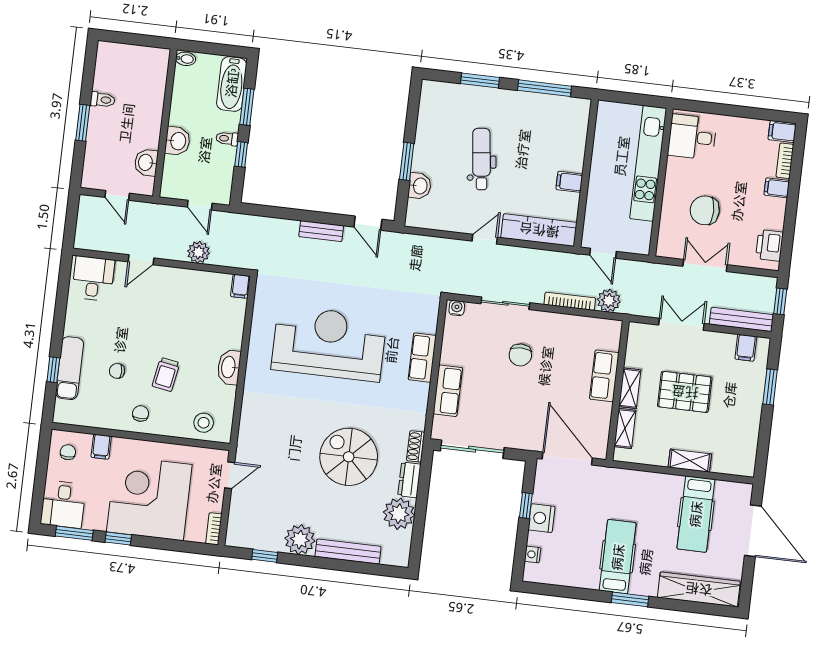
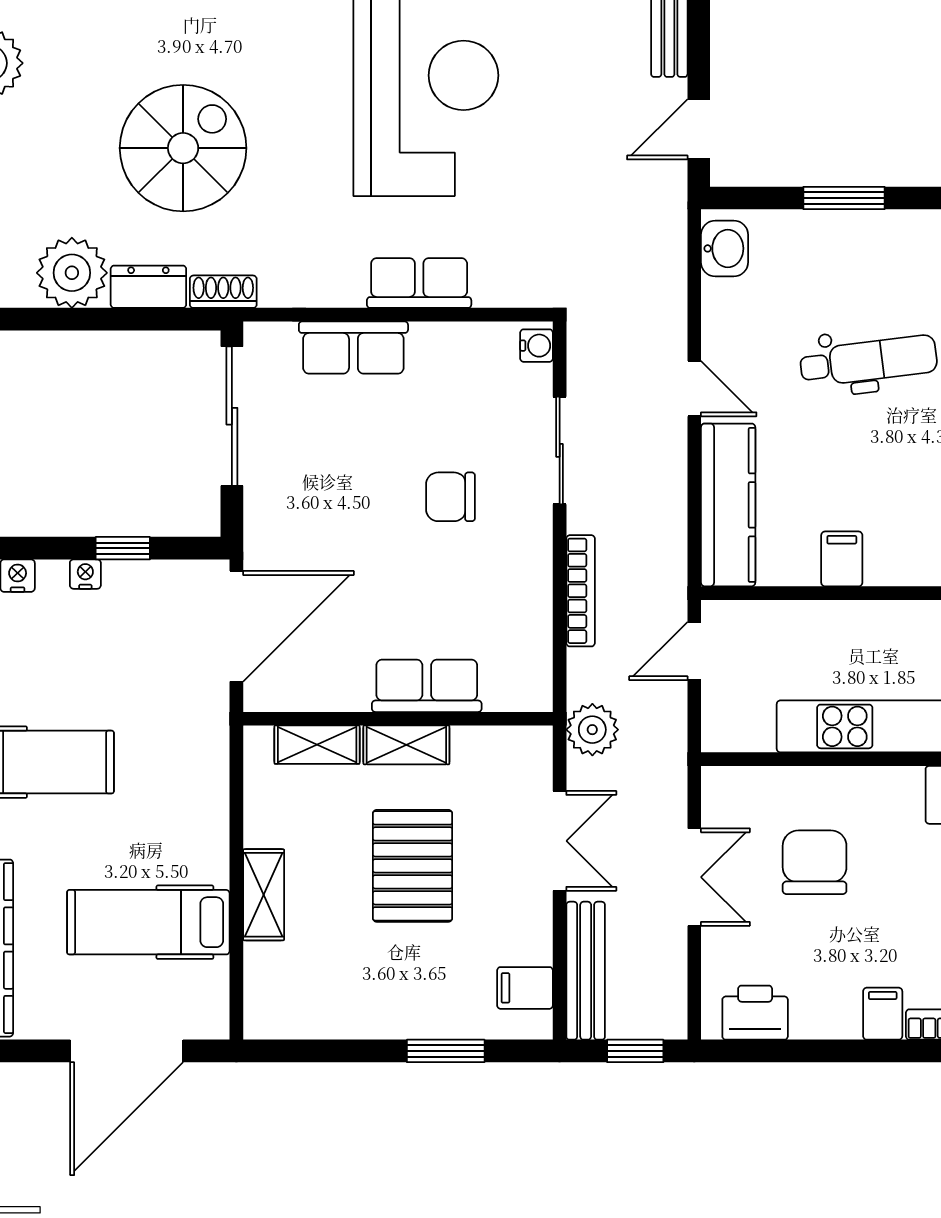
washbasin: (420, 186) -> (725, 248), moved, turned -90
plant: (609, 301) -> (592, 730), moved
nightstand: (542, 518) -> (85, 574), width x0.53, depth x0.56

